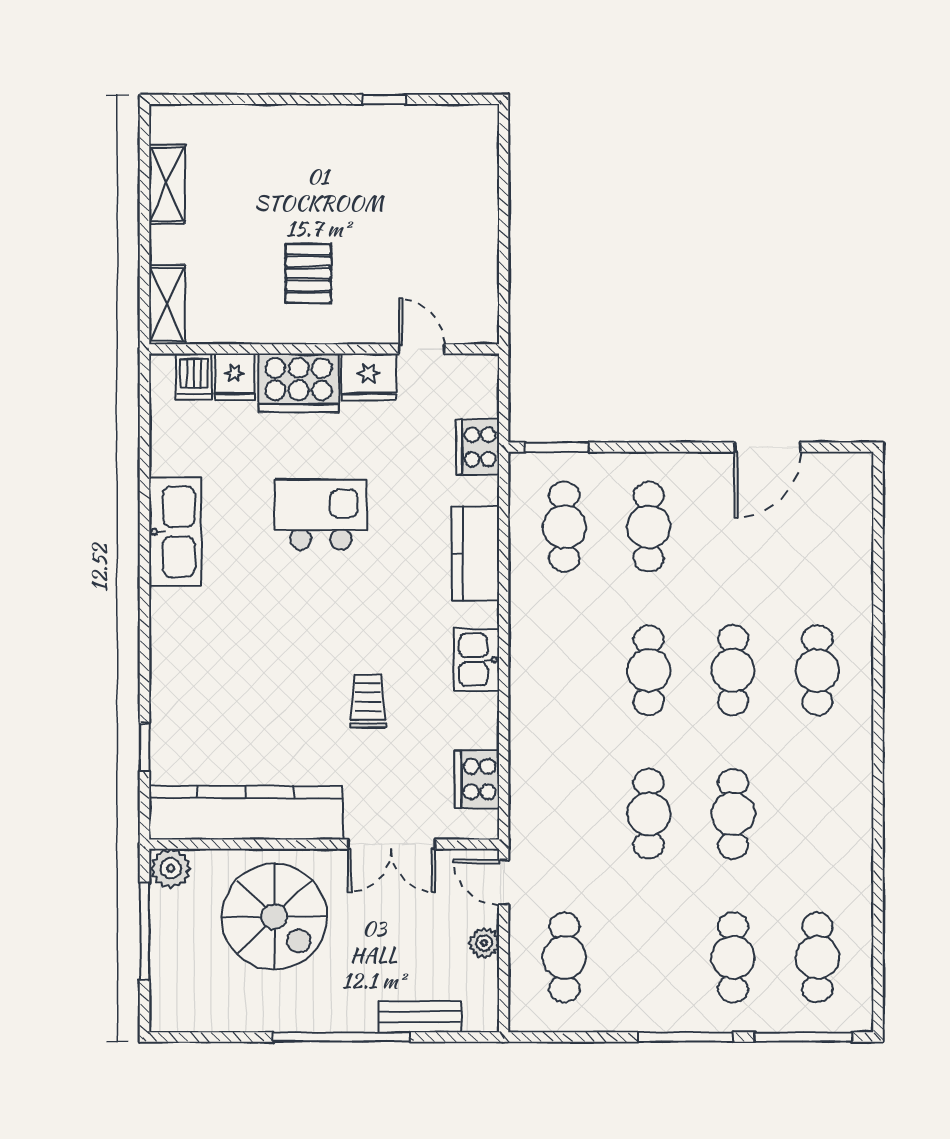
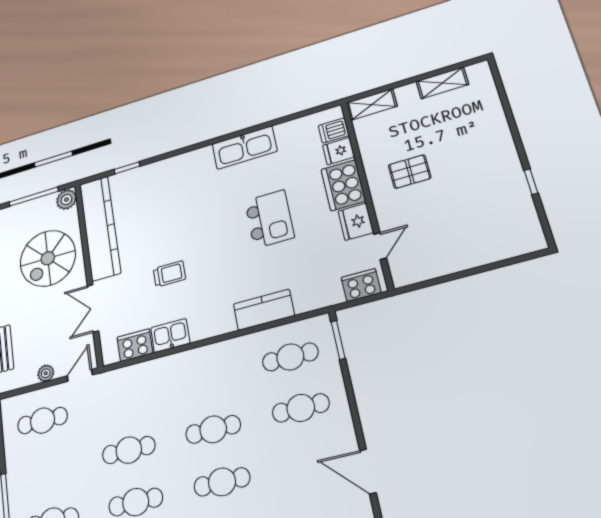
cooker: (478, 447) -> (361, 285), moved
kitchen sink: (477, 660) -> (170, 336), moved

